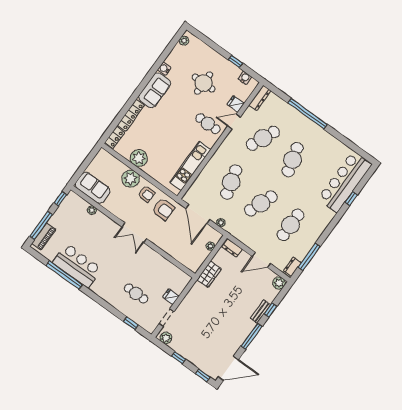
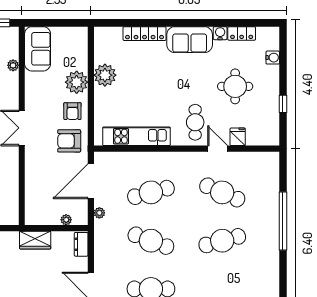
plant: (184, 41) -> (265, 33), removed
water cooler: (245, 78) -> (273, 58), moved
dresser: (260, 98) -> (263, 158), removed
locker: (115, 137) -> (242, 33), moved
armchair: (163, 209) -> (69, 141), turned 90

